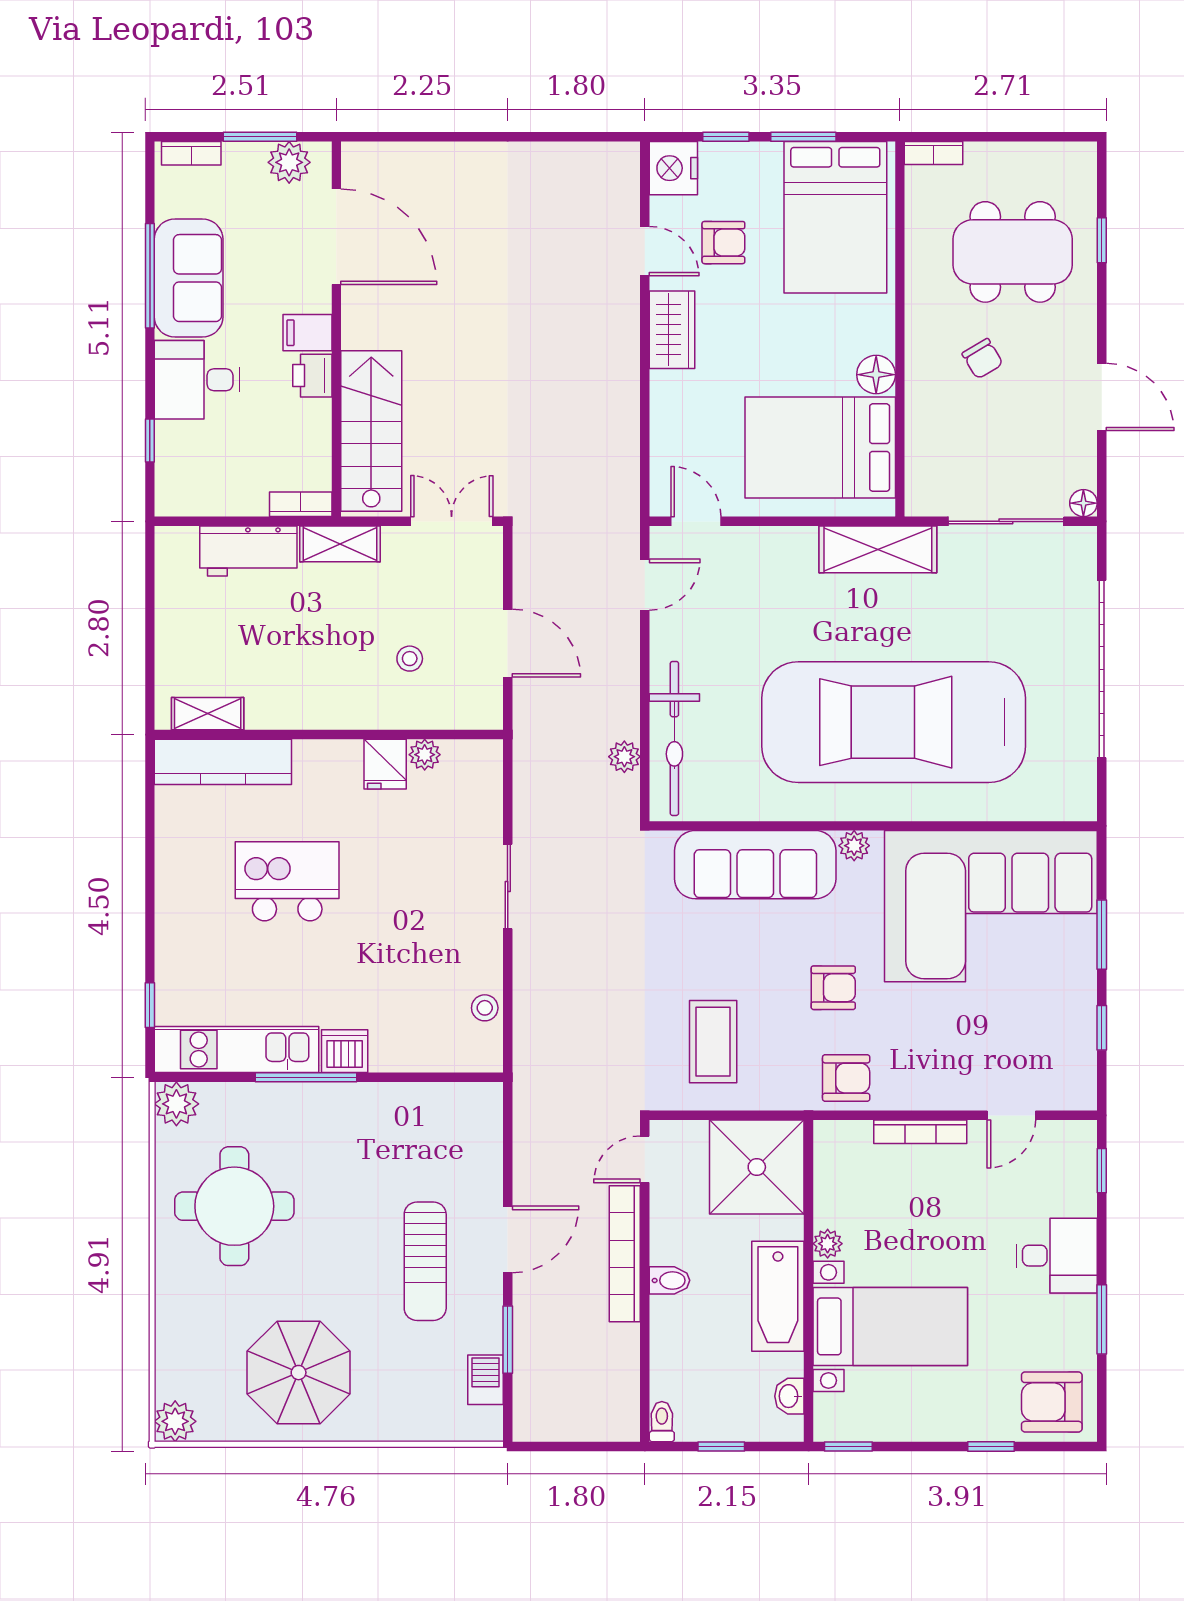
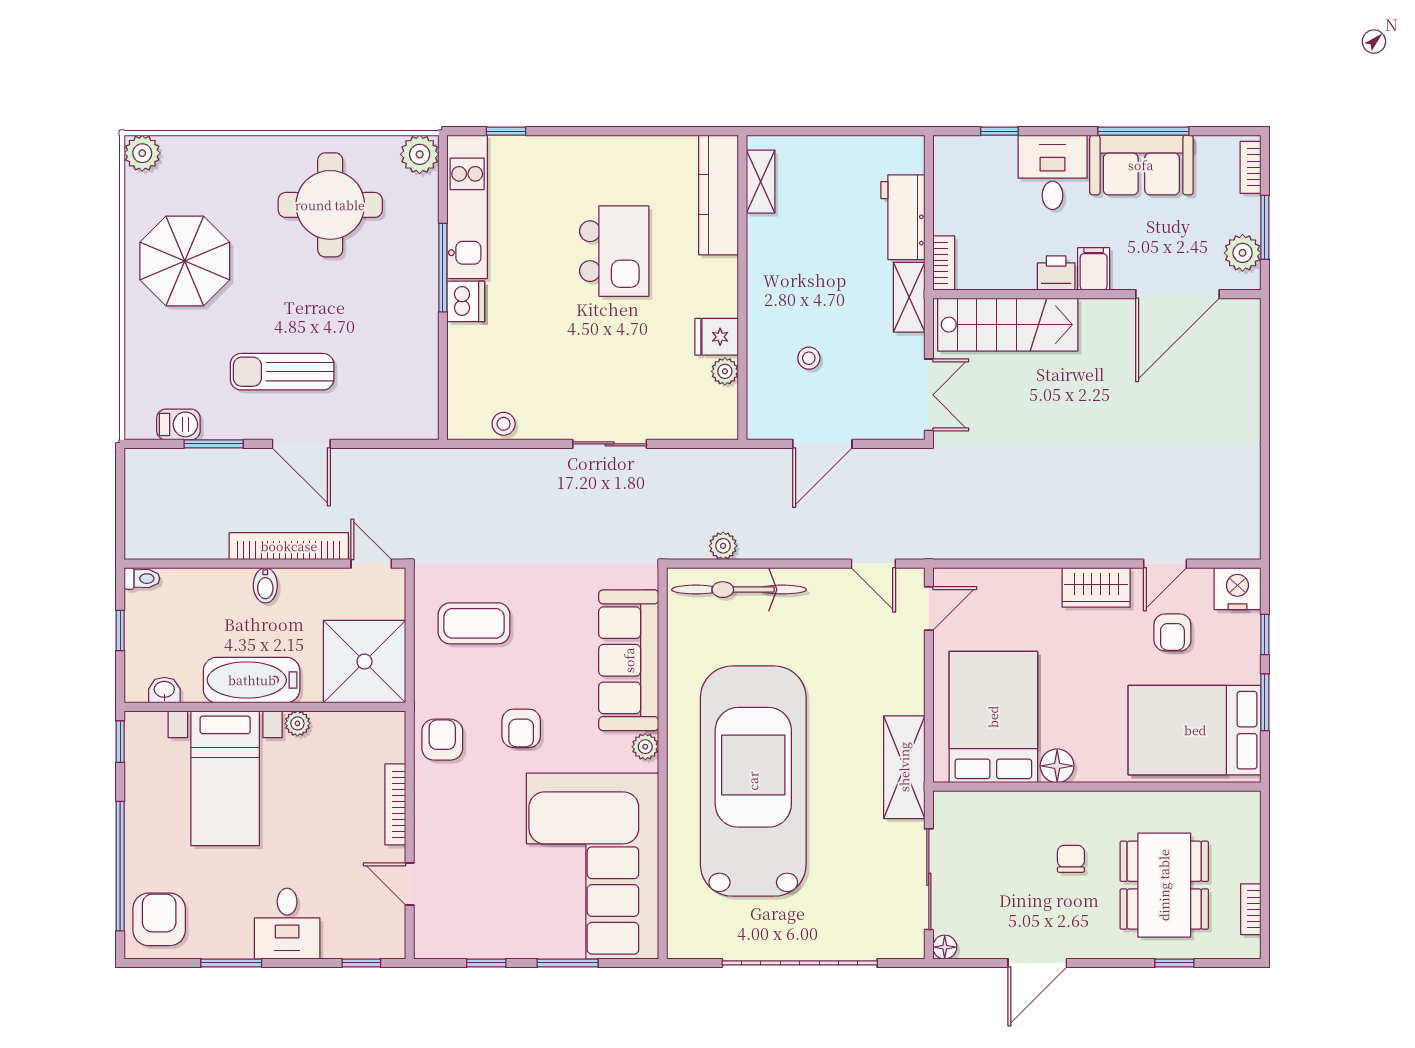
bookcase: (934, 153) -> (1251, 909), moved
chair: (982, 359) -> (1071, 859), turned 121
armchair: (846, 1078) -> (442, 740), turned 180
window: (991, 1447) -> (120, 866), width x3.17

